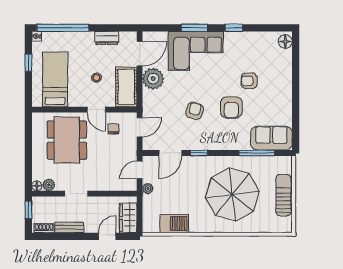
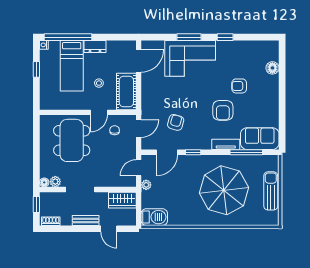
dresser: (107, 38) -> (95, 46), moved
floor lamp: (285, 42) -> (272, 68), moved
bed: (55, 79) -> (72, 66), moved, turned 180
plant: (153, 79) -> (151, 84), removed
door: (96, 110) -> (99, 112), hinge flipped
armchair: (195, 111) -> (176, 122), moved
tv unit: (234, 144) -> (226, 144), added
doorway: (76, 194) -> (80, 190), width x1.38
wardrobe: (128, 218) -> (122, 200), moved, turned -90
barbecue: (174, 224) -> (154, 217), moved
bench: (69, 227) -> (86, 221), moved
door: (107, 236) -> (109, 229), swing flipped

